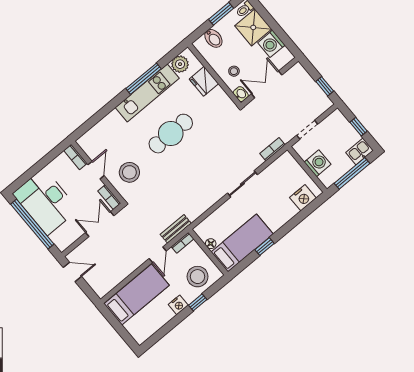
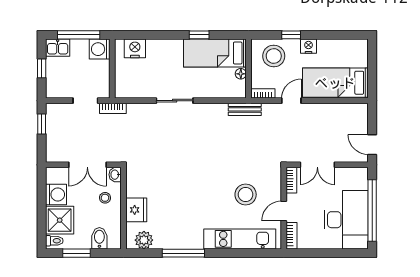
kitchen unit: (147, 93) -> (240, 239), moved
cafe table: (171, 134) -> (198, 190), removed
bookcase: (272, 149) -> (113, 108), moved
washing machine: (318, 163) -> (100, 49), moved
stool: (129, 172) -> (246, 195), moved
bench: (176, 229) -> (245, 109), moved

